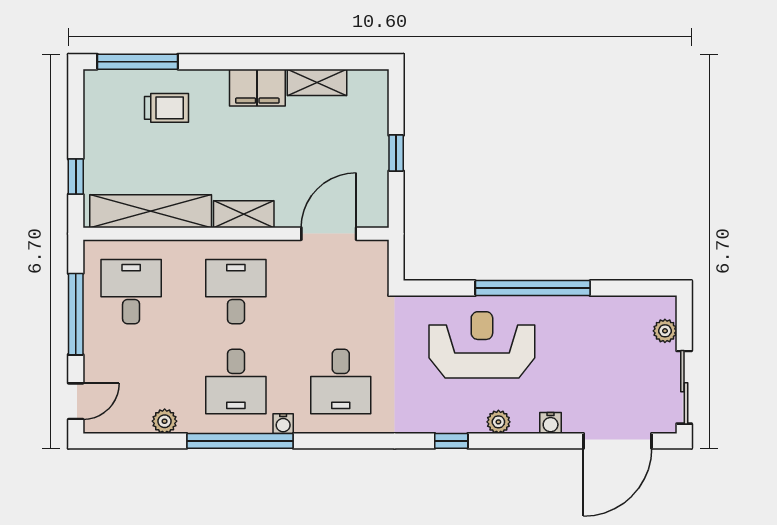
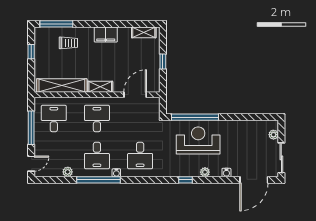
shelving: (317, 82) -> (144, 32), moved
window: (76, 177) -> (31, 52), moved
window: (533, 288) -> (195, 117), moved

